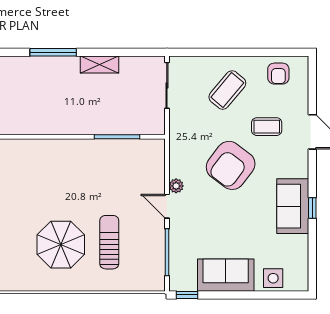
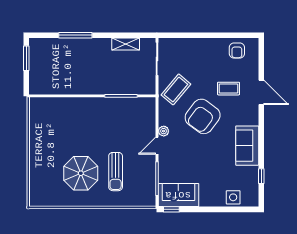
shelving: (99, 64) -> (126, 44), moved
coffee table: (227, 90) -> (176, 89), moved
door: (167, 206) -> (157, 146), hinge flipped
window: (312, 208) -> (261, 176), moved
sun lounger: (109, 242) -> (116, 172), turned 180
sofa: (226, 275) -> (178, 195), moved

